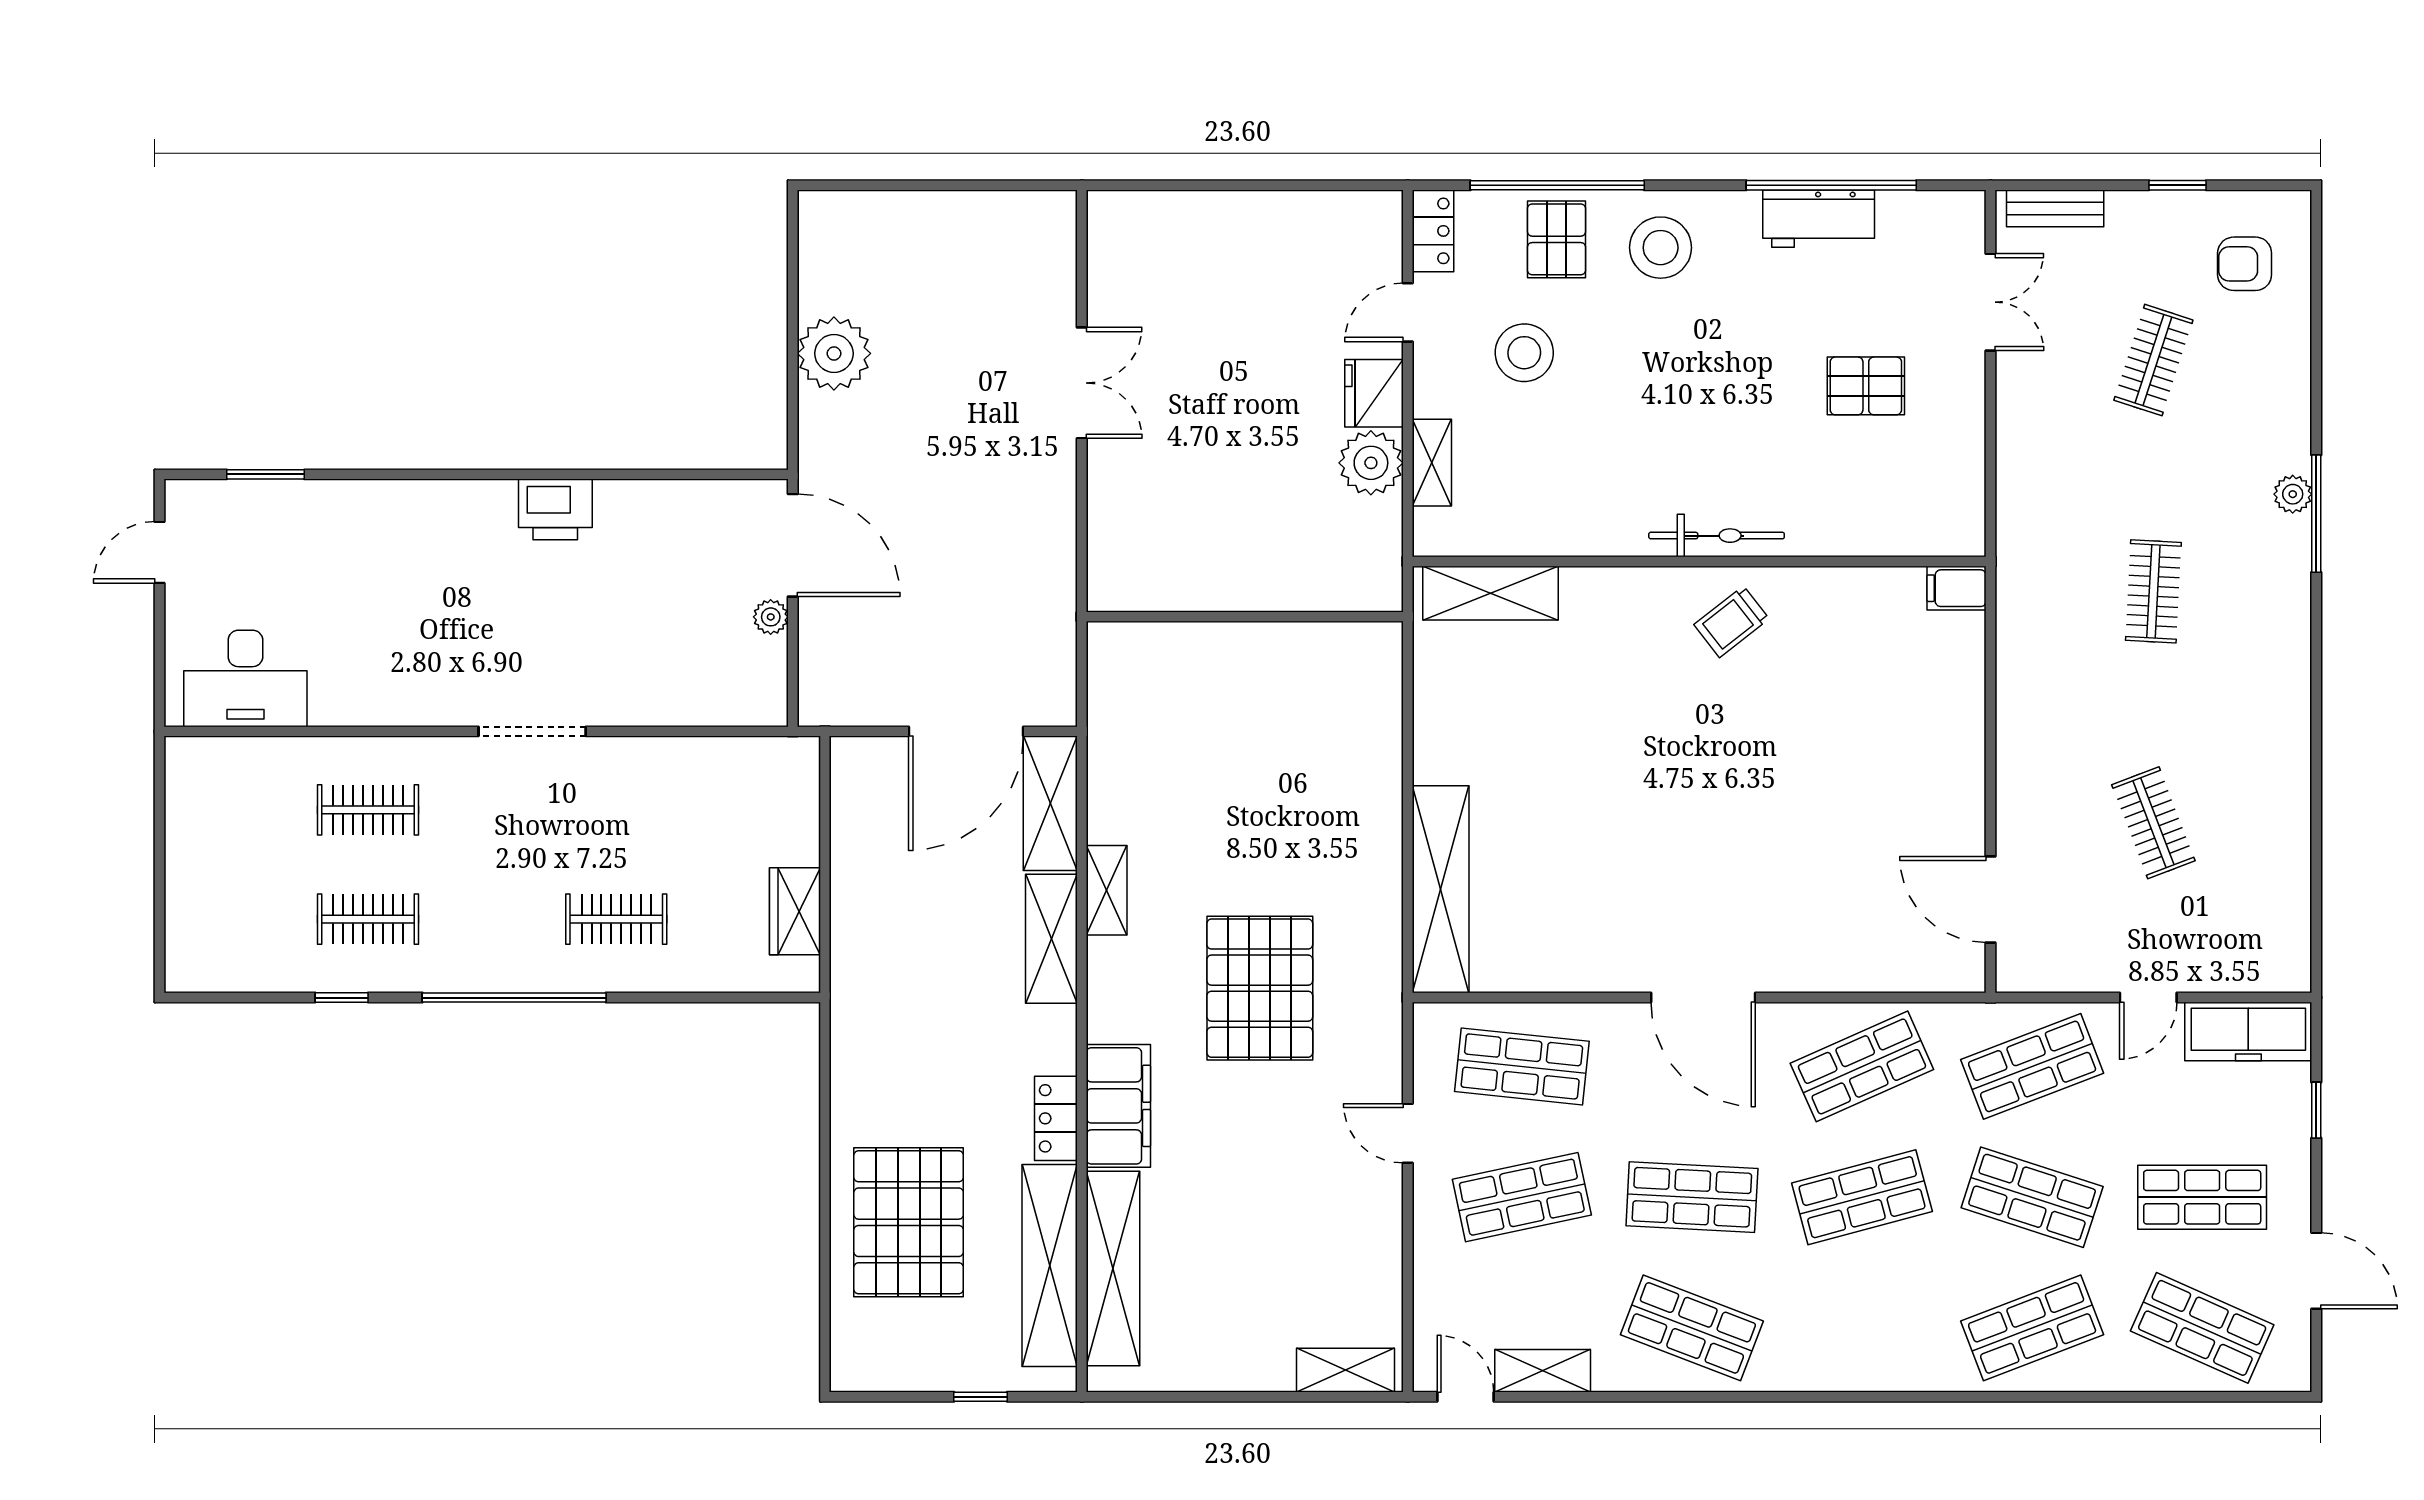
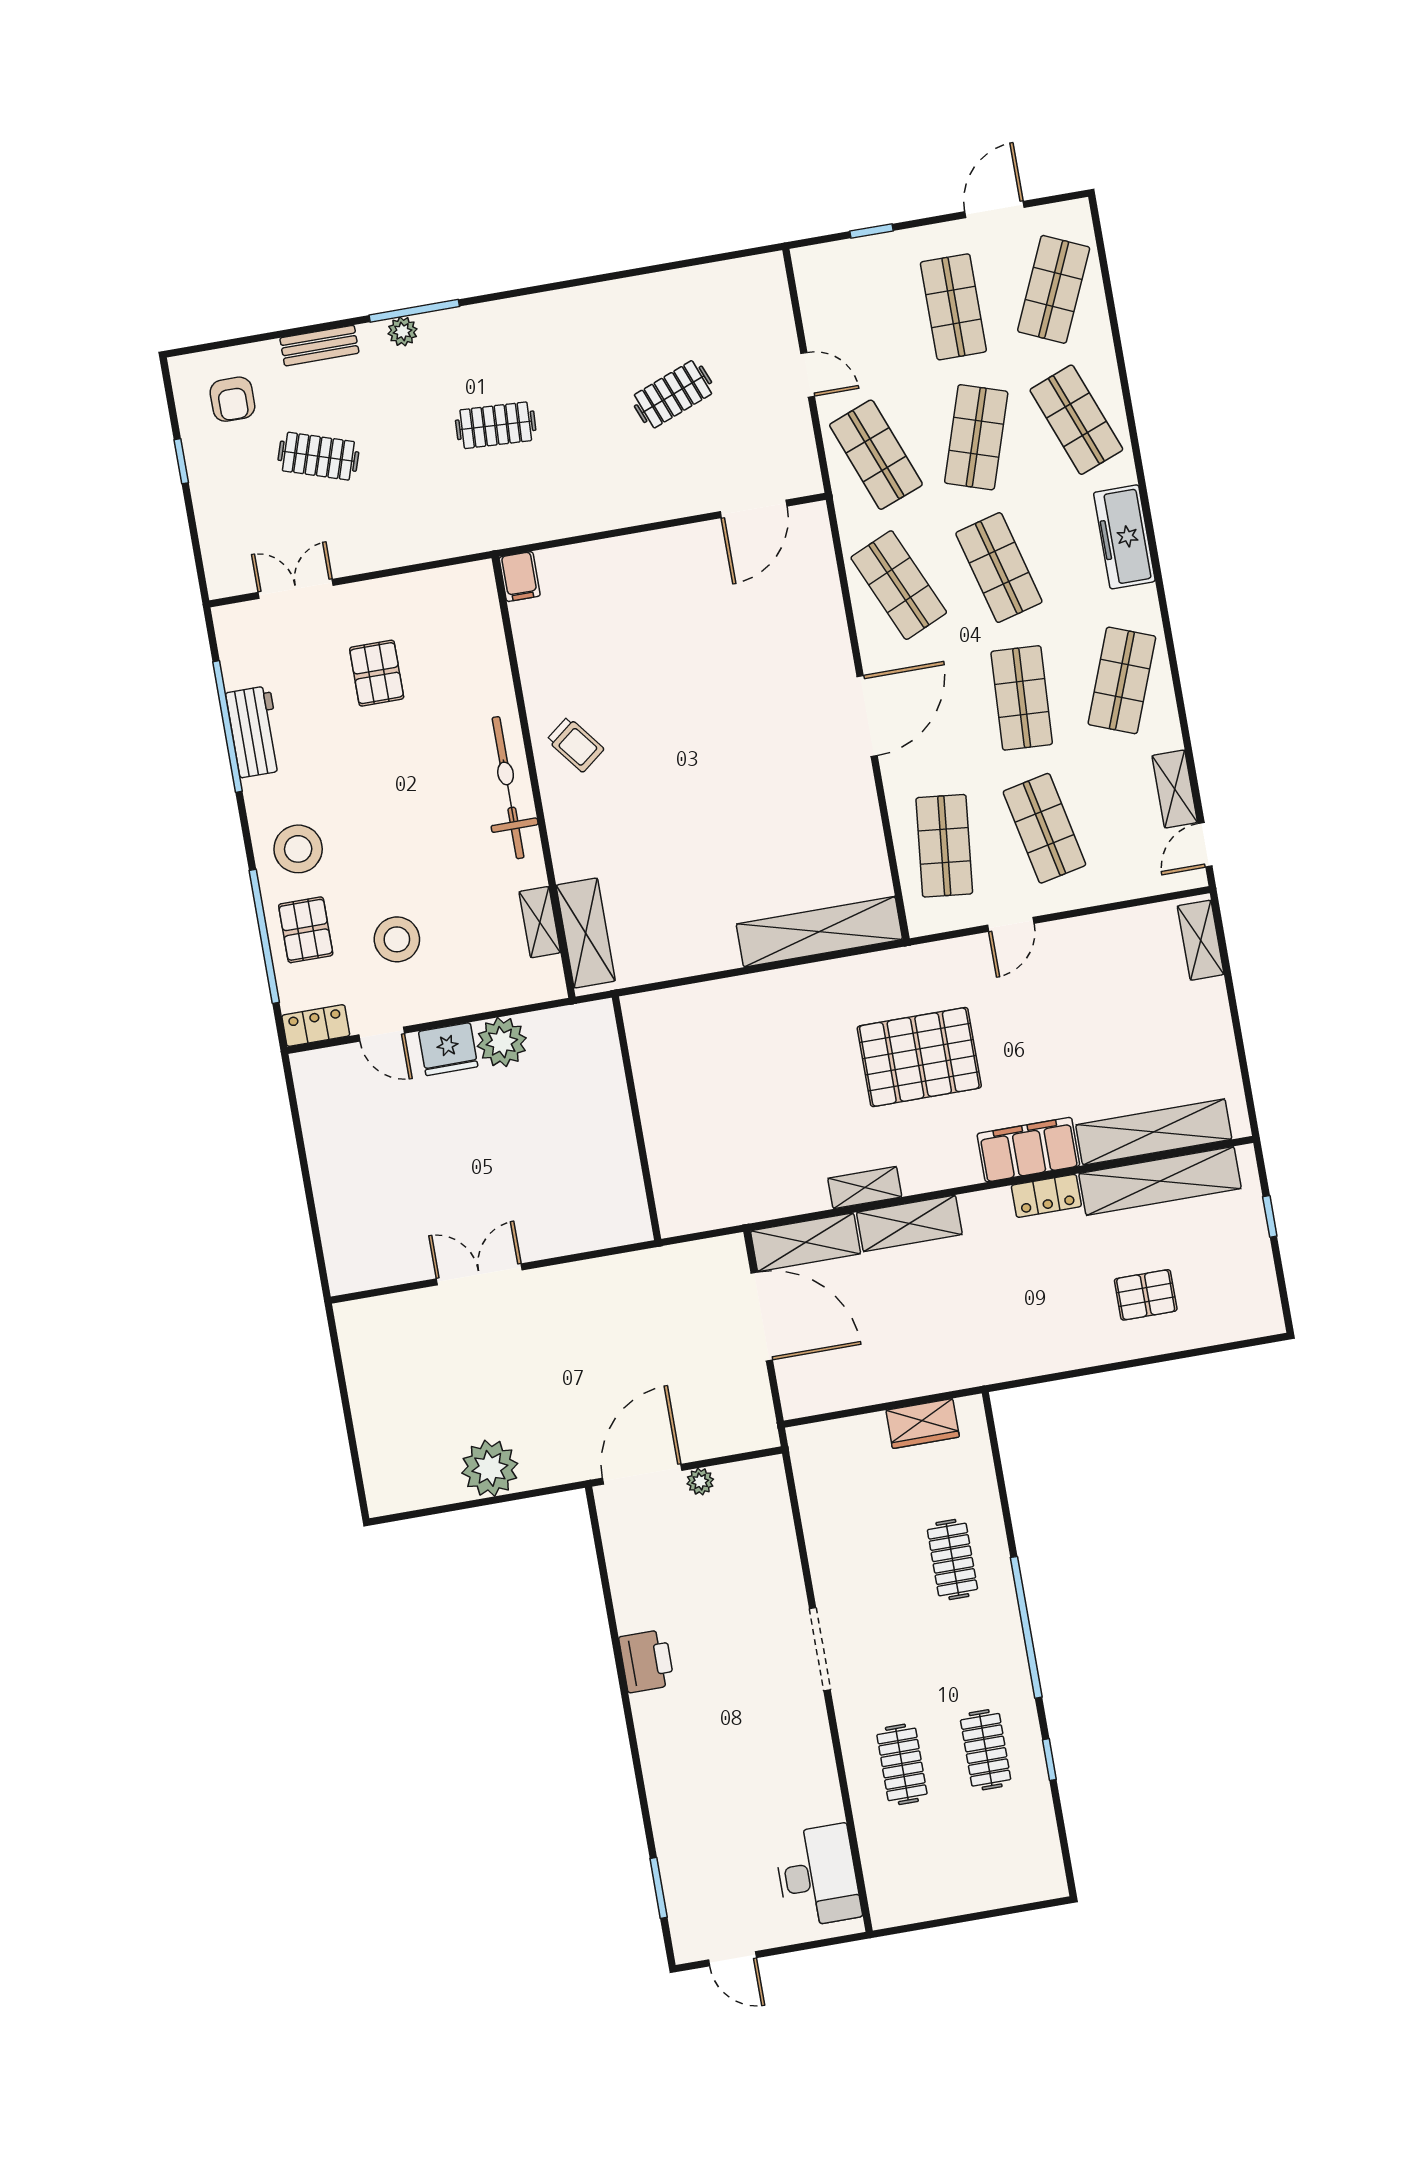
bench: (2055, 208) -> (319, 346), moved, turned 90
pallet: (1557, 239) -> (306, 930), turned 90
shelving: (1432, 463) -> (540, 922), moved, turned 90
bicycle: (1717, 536) -> (508, 788), width x1.37, depth x1.40
freezer: (2248, 1032) -> (1124, 537), moved, turned 180
pallet: (909, 1222) -> (1146, 1295), width x0.49, depth x0.50

